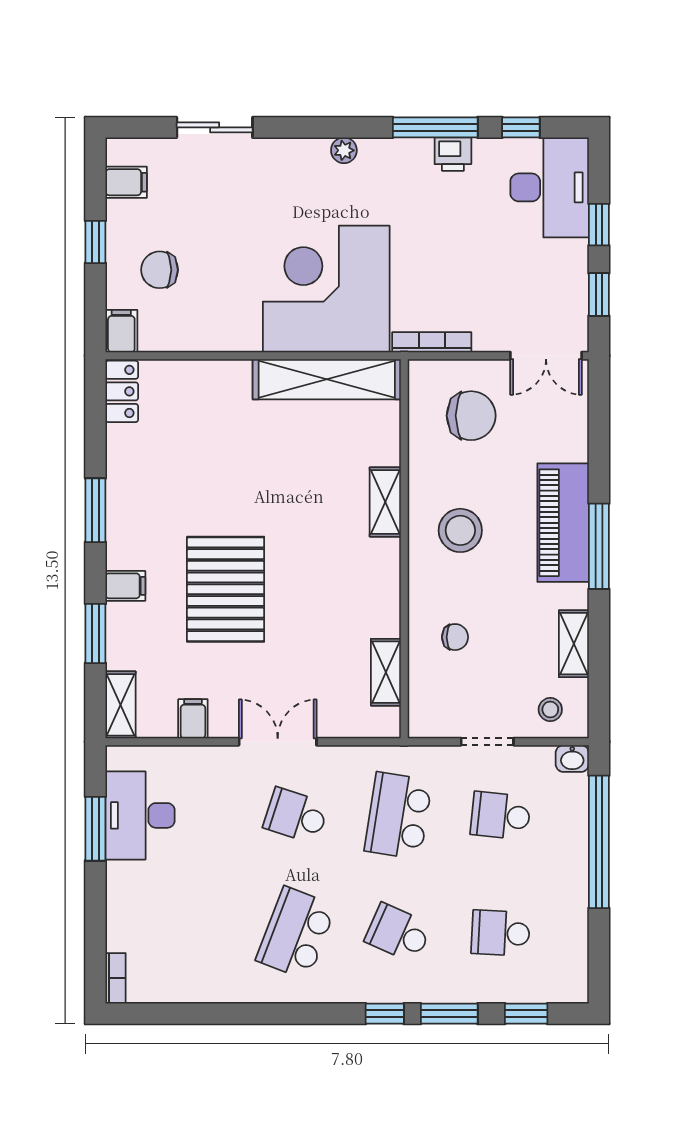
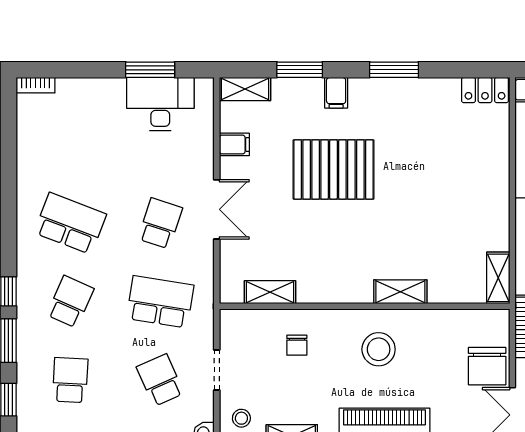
shelving: (327, 379) -> (498, 278), width x0.45, depth x0.75
chair: (471, 416) -> (487, 366), moved
school desk: (501, 816) -> (160, 380), turned -30

